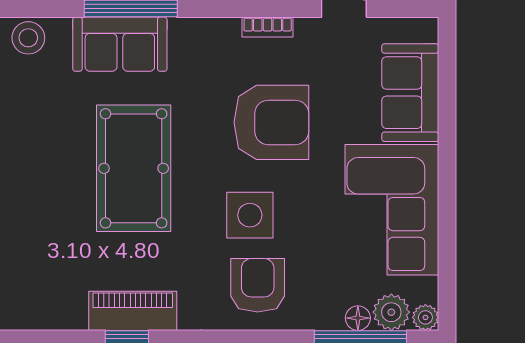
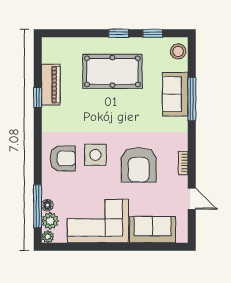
pool table: (134, 168) -> (112, 71), moved
piano: (133, 311) -> (51, 85), moved

